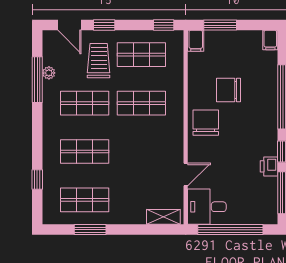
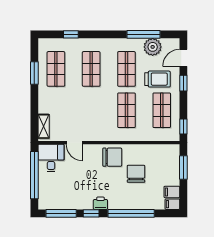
filing cabinet: (196, 41) -> (172, 192), moved
plant: (49, 73) -> (153, 47), width x1.87, depth x1.87
printer: (269, 166) -> (100, 203), moved

